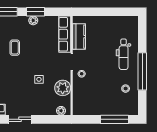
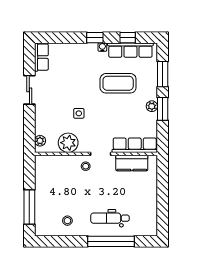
coffee table: (15, 48) -> (118, 83), width x1.86, depth x1.72
window: (142, 71) -> (111, 241), moved

